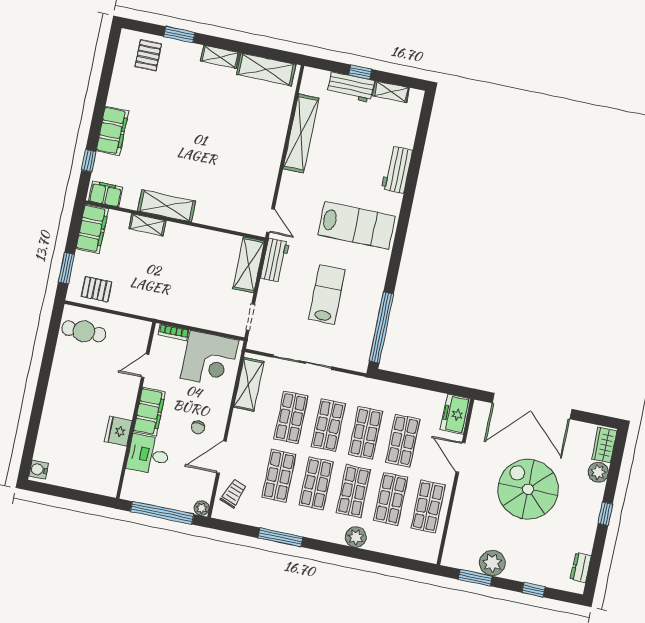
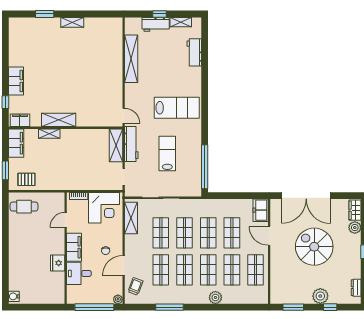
pallet: (148, 55) -> (28, 30), removed
shelving: (266, 69) -> (102, 24), removed
workbench: (397, 170) -> (194, 52), moved
workbench: (275, 260) -> (131, 144), width x1.37
plant: (492, 563) -> (320, 296), moved

